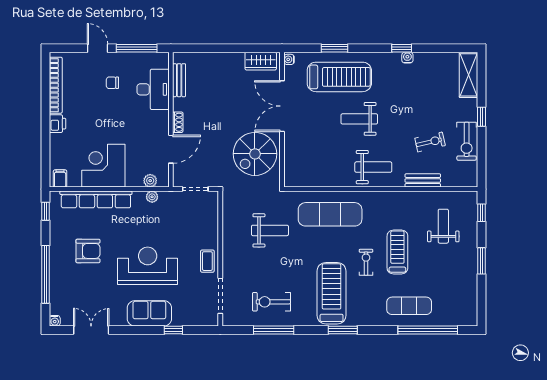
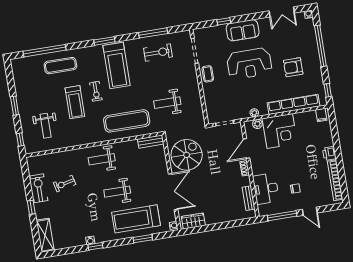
weight bench: (359, 119) -> (117, 192), turned 180
corner desk: (103, 166) -> (280, 131), moved
bench: (423, 180) -> (151, 142), moved

